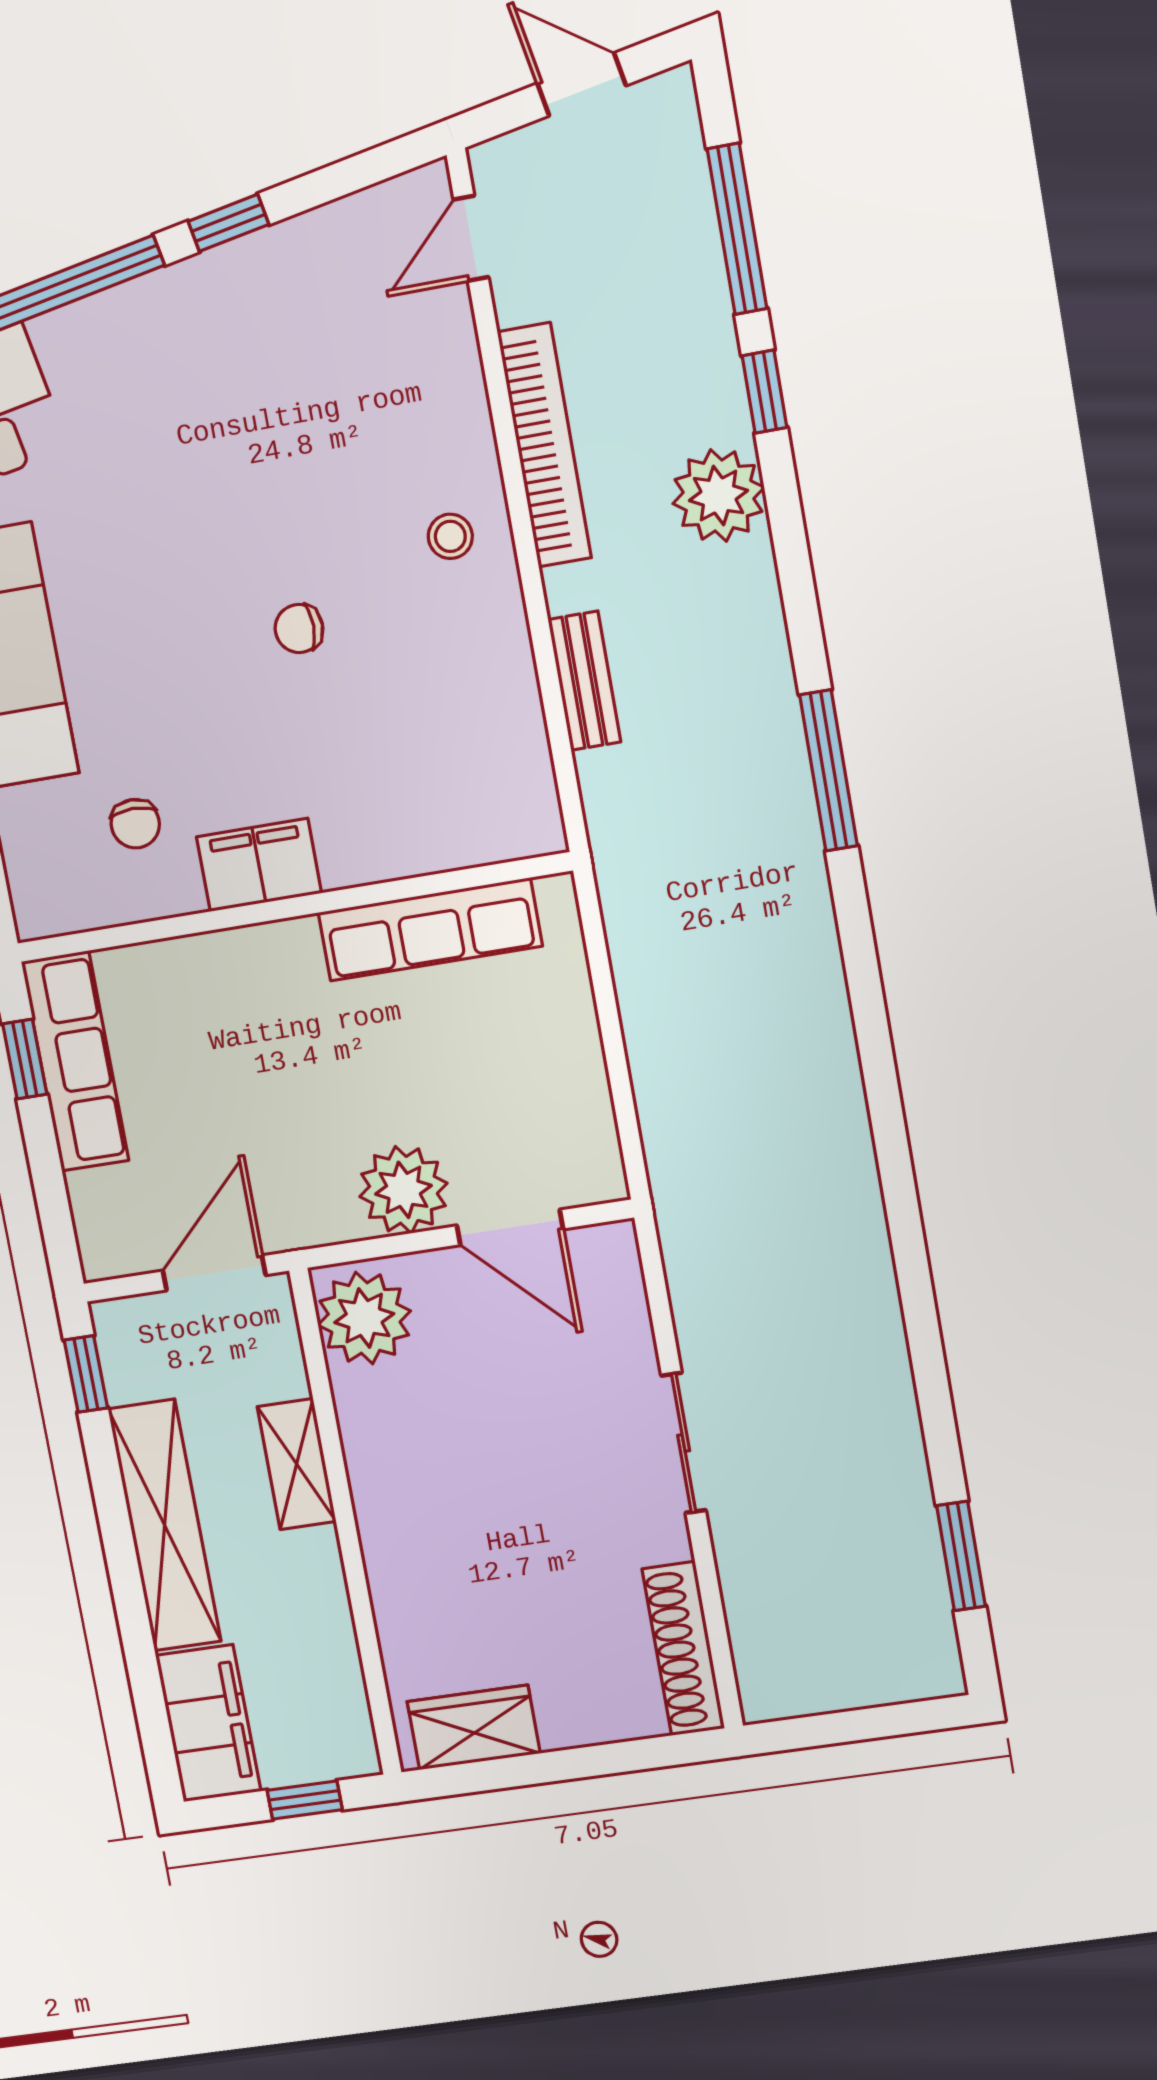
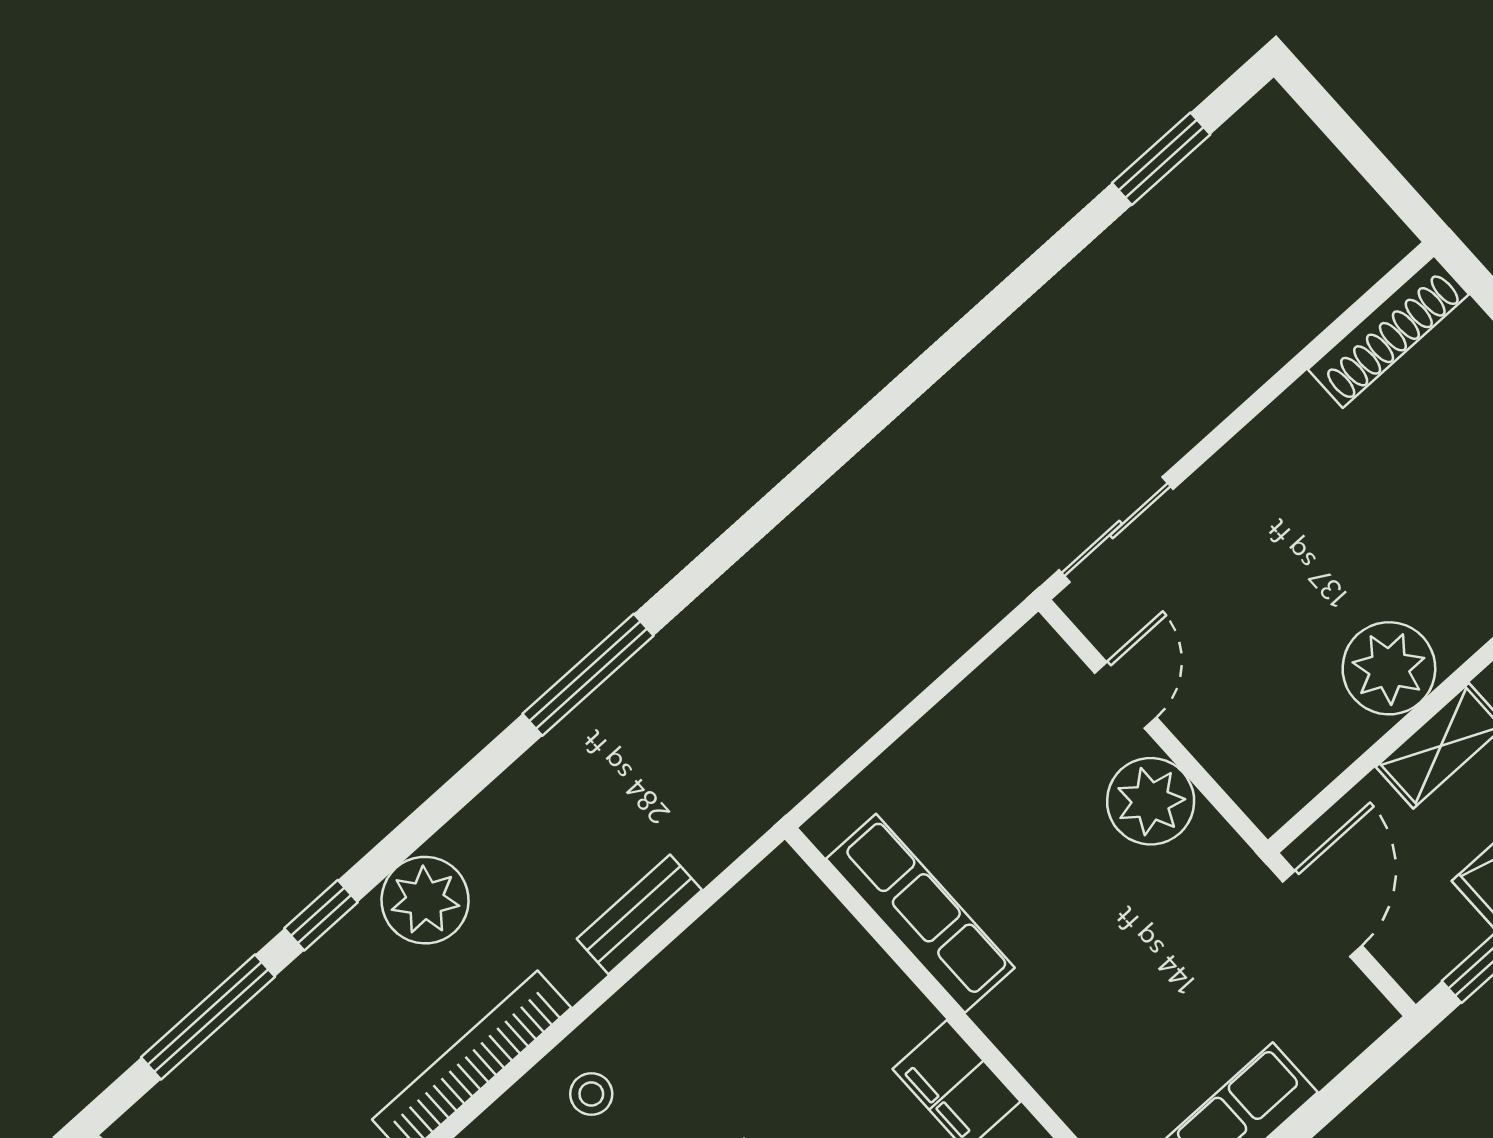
door: (510, 1227) -> (1126, 695), width x0.73
door: (214, 1273) -> (1322, 914), swing flipped
plant: (364, 1318) -> (1389, 668), moved
sliding door: (684, 1443) -> (1116, 529), moved

